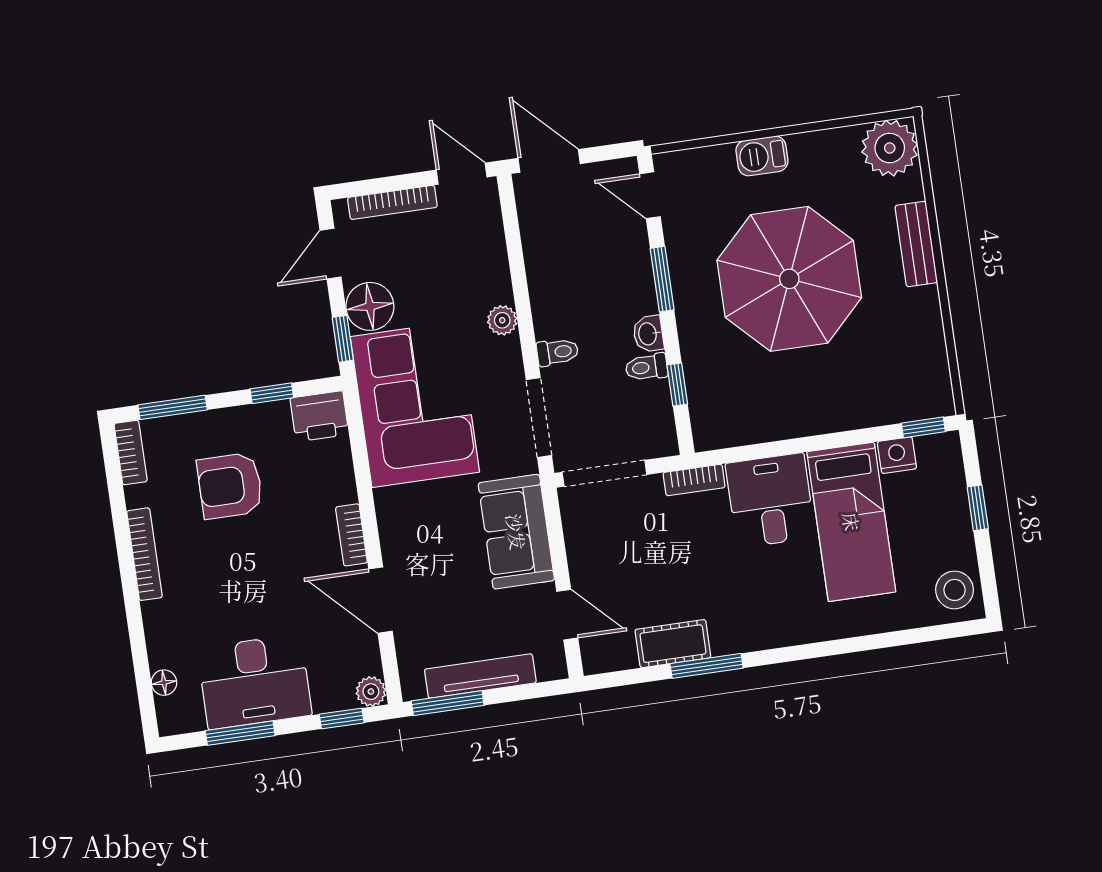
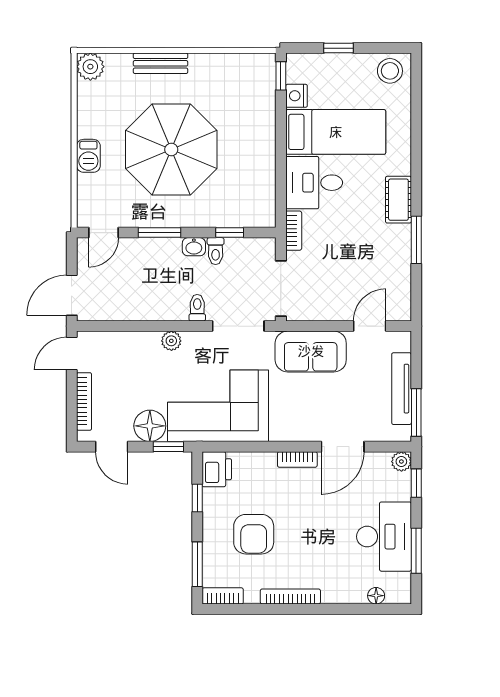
plant: (890, 148) -> (90, 67), width x0.73, depth x0.73
cot: (673, 644) -> (398, 200), moved

